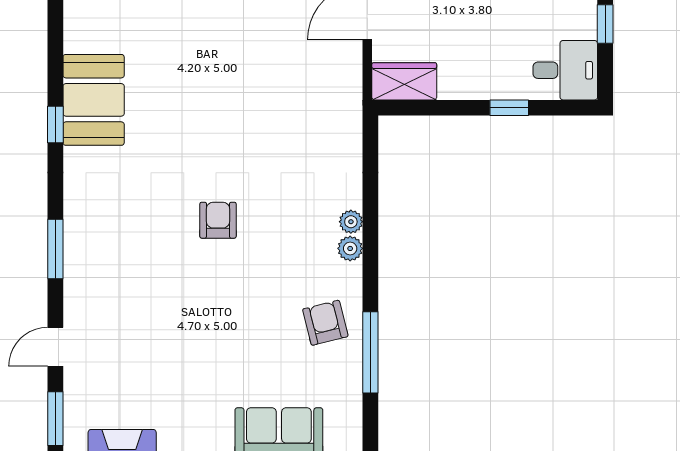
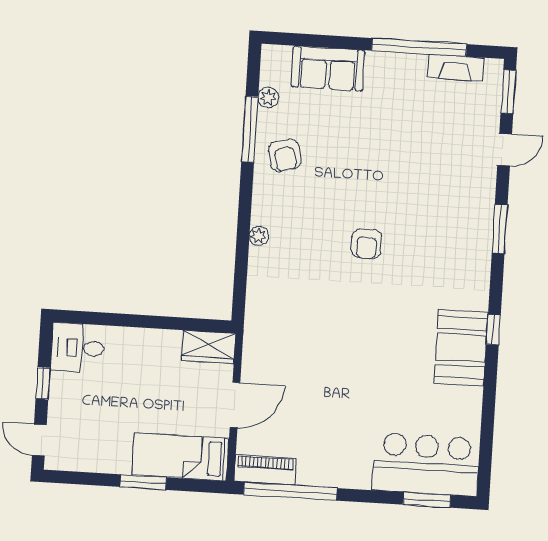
window: (509, 108) -> (125, 320), removed
plant: (350, 248) -> (268, 98), moved

